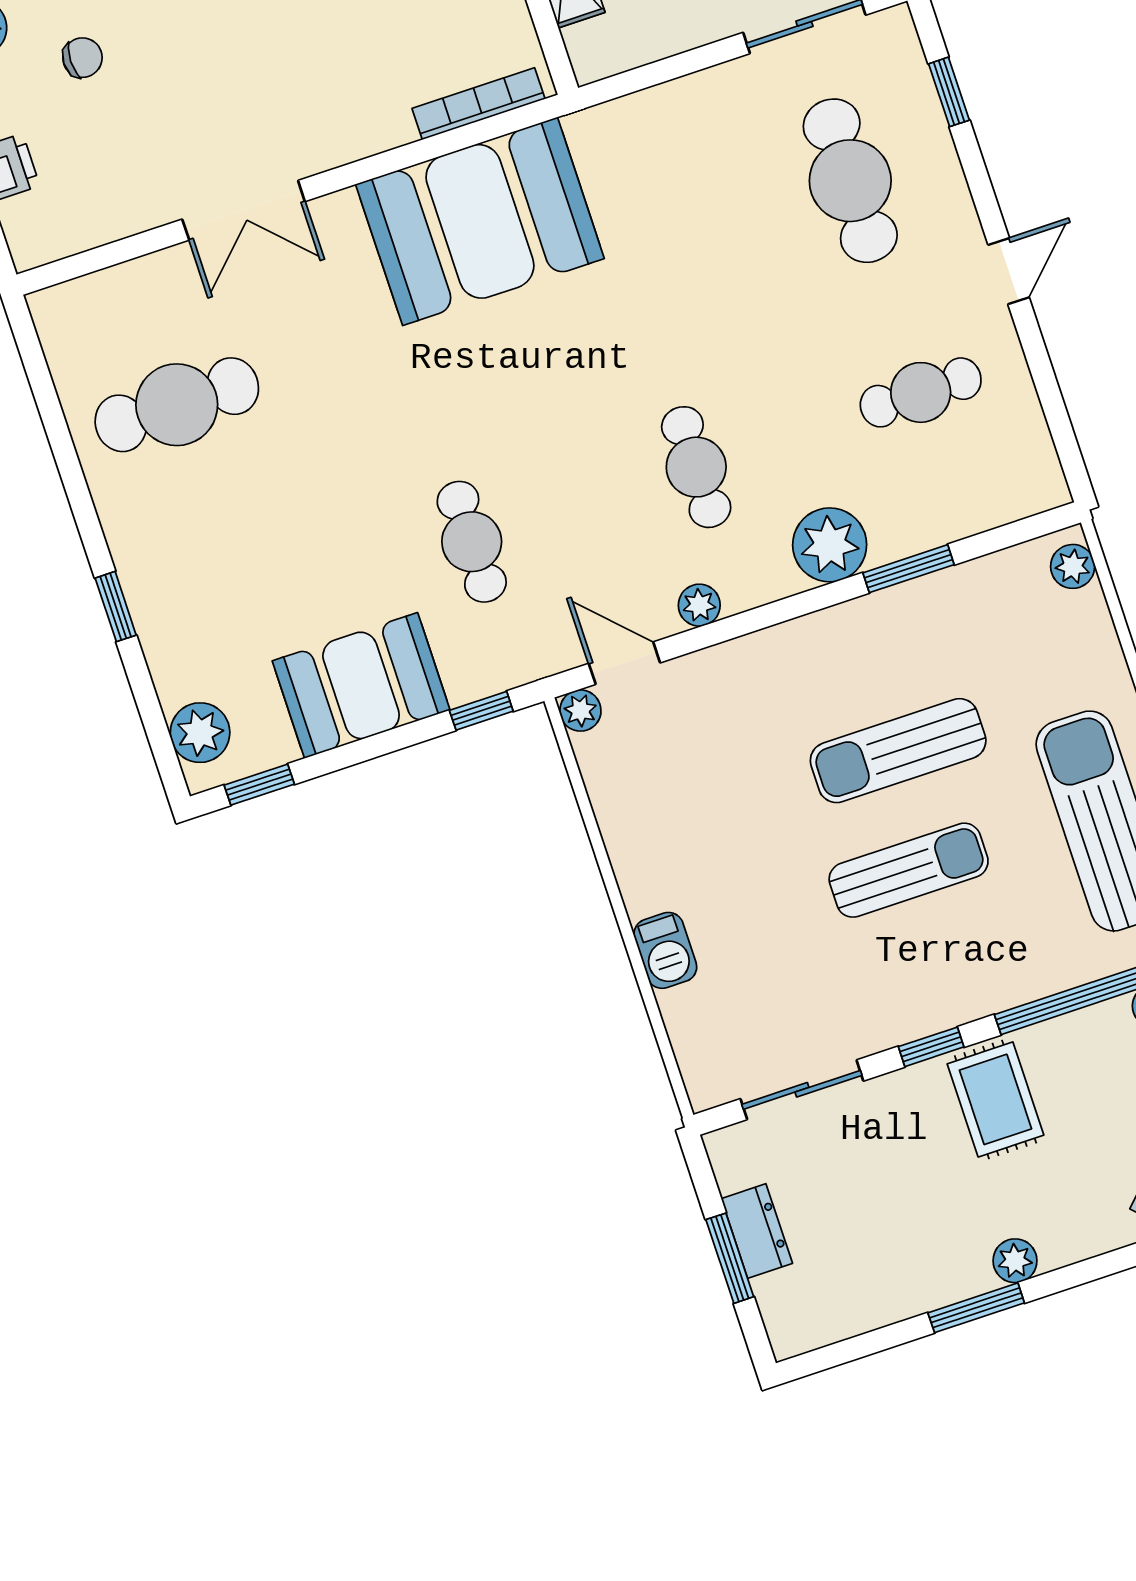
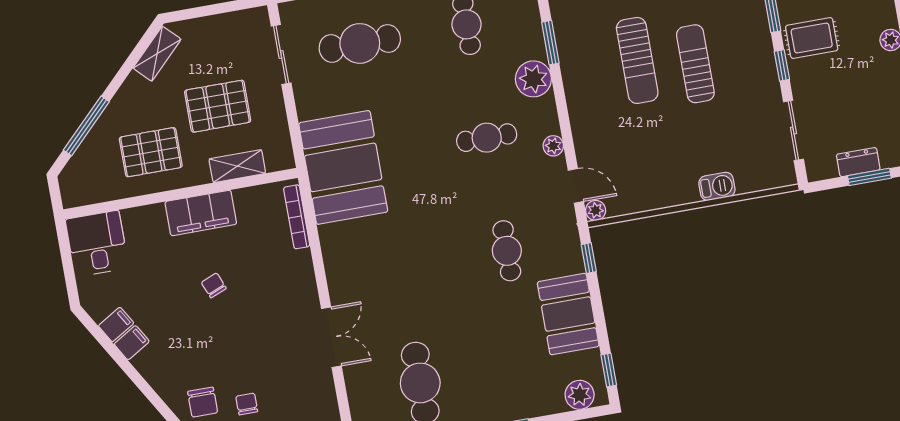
booth: (480, 221) -> (343, 167), moved
cafe table: (472, 542) -> (507, 251), turned 90
door: (624, 663) -> (576, 186), swing flipped

